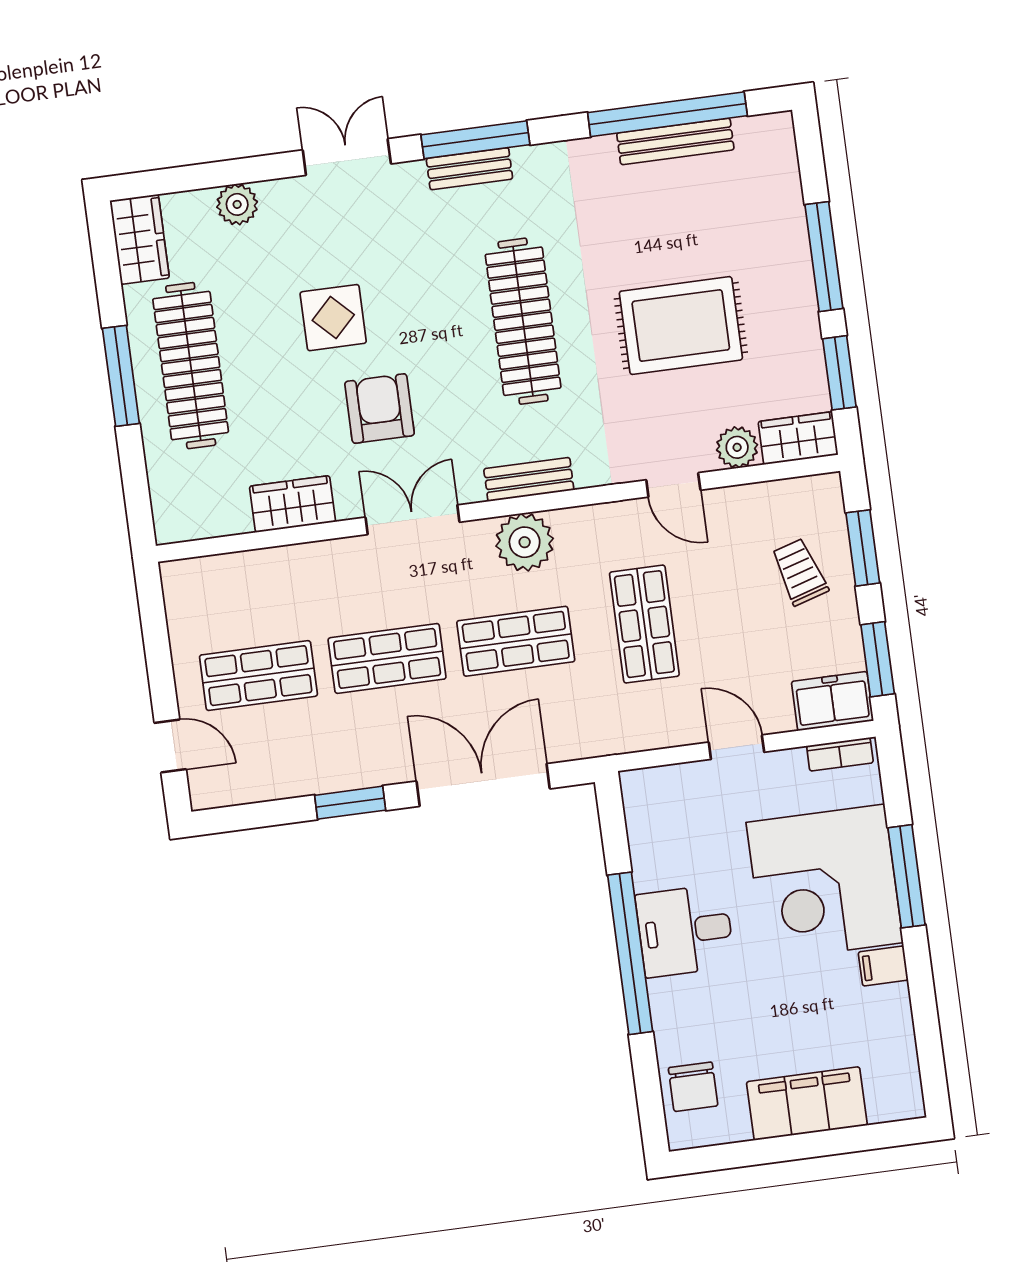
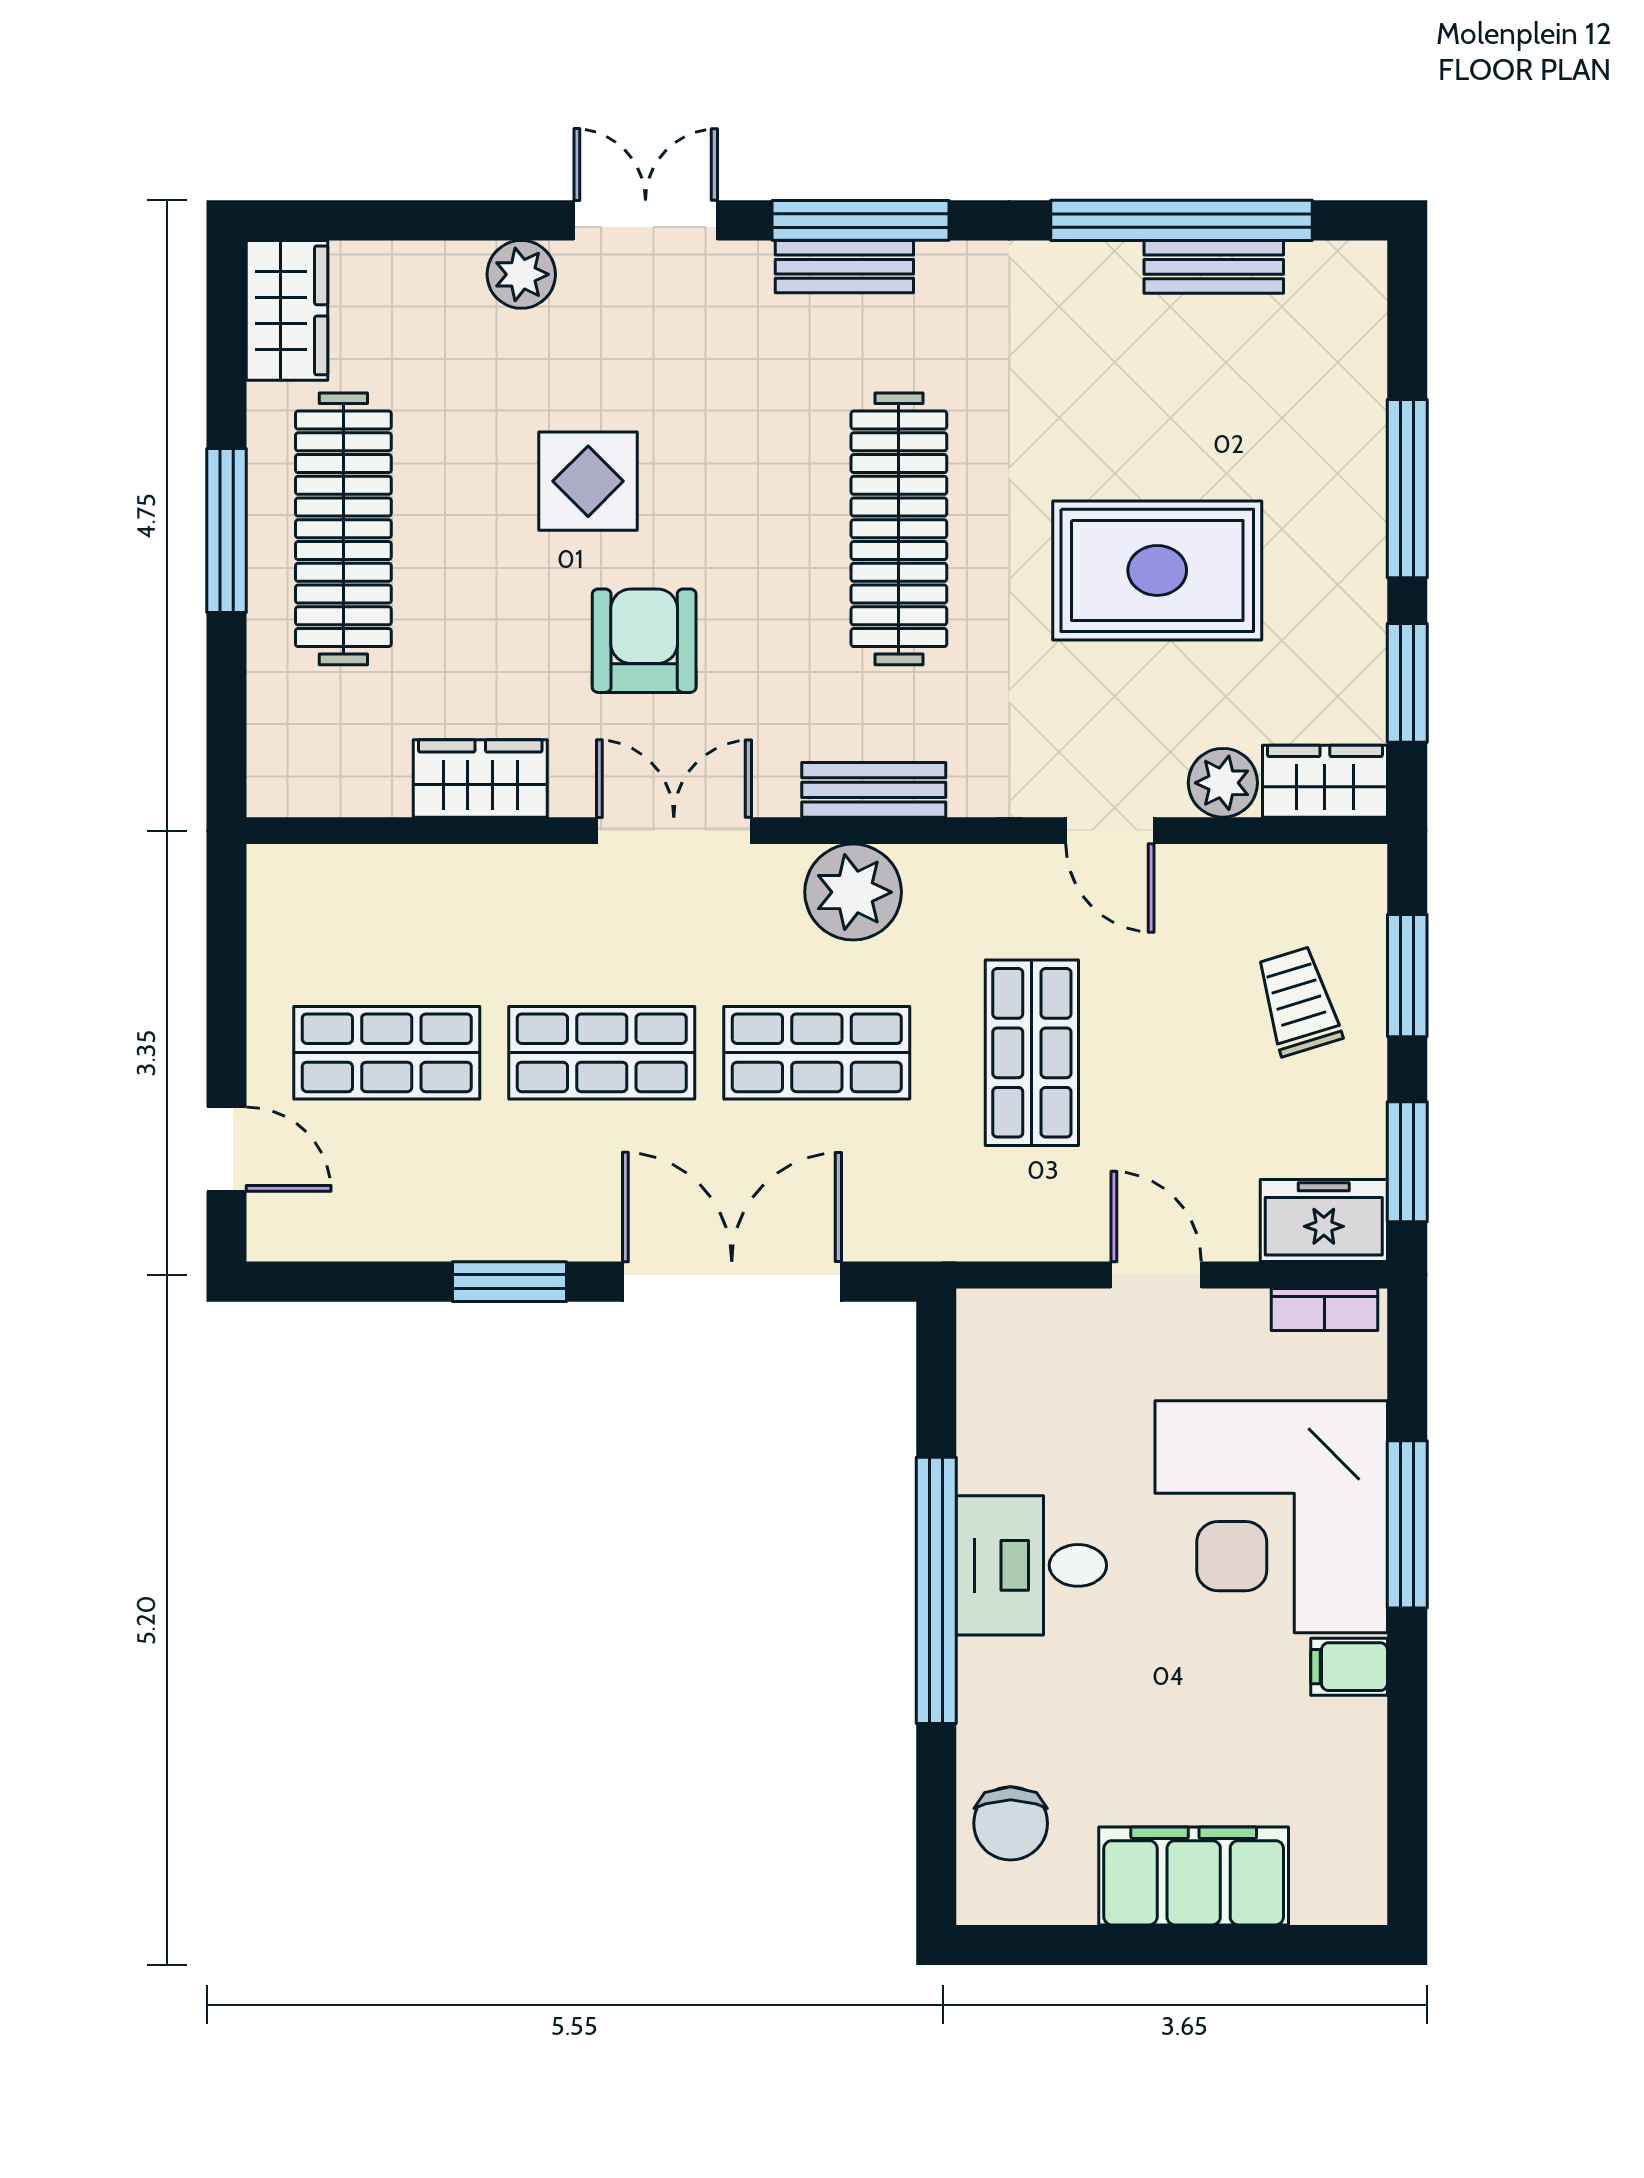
bench: (675, 141) -> (1214, 267), width x0.73
plant: (237, 204) -> (521, 274), moved

